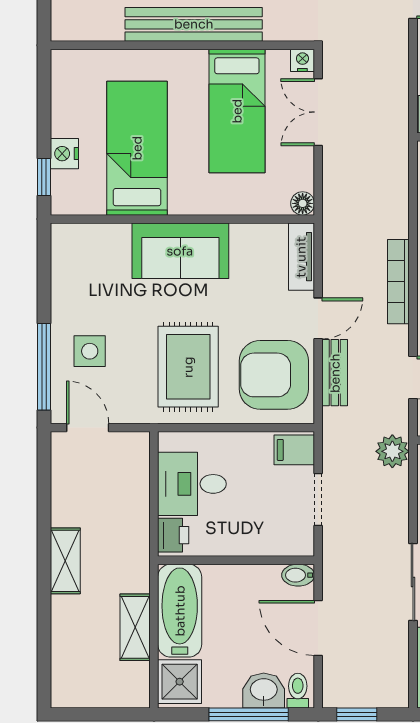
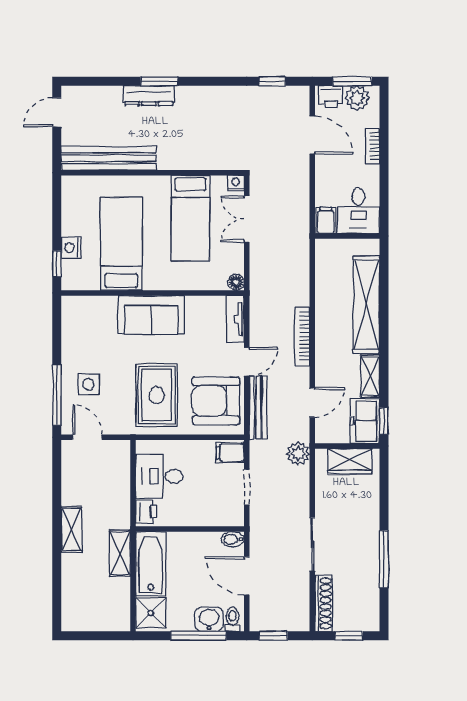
bench: (194, 24) -> (109, 158), moved
bench: (335, 373) -> (258, 408), width x1.36
shelving: (135, 627) -> (120, 553), moved

